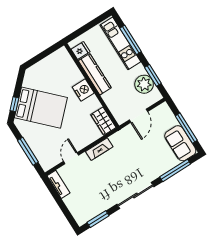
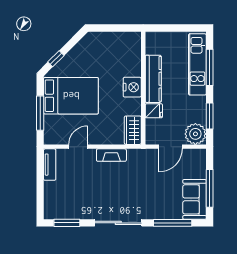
fridge: (81, 51) -> (154, 111), moved
plant: (144, 84) -> (195, 134), moved
bed: (41, 108) -> (71, 96), moved, turned -45

